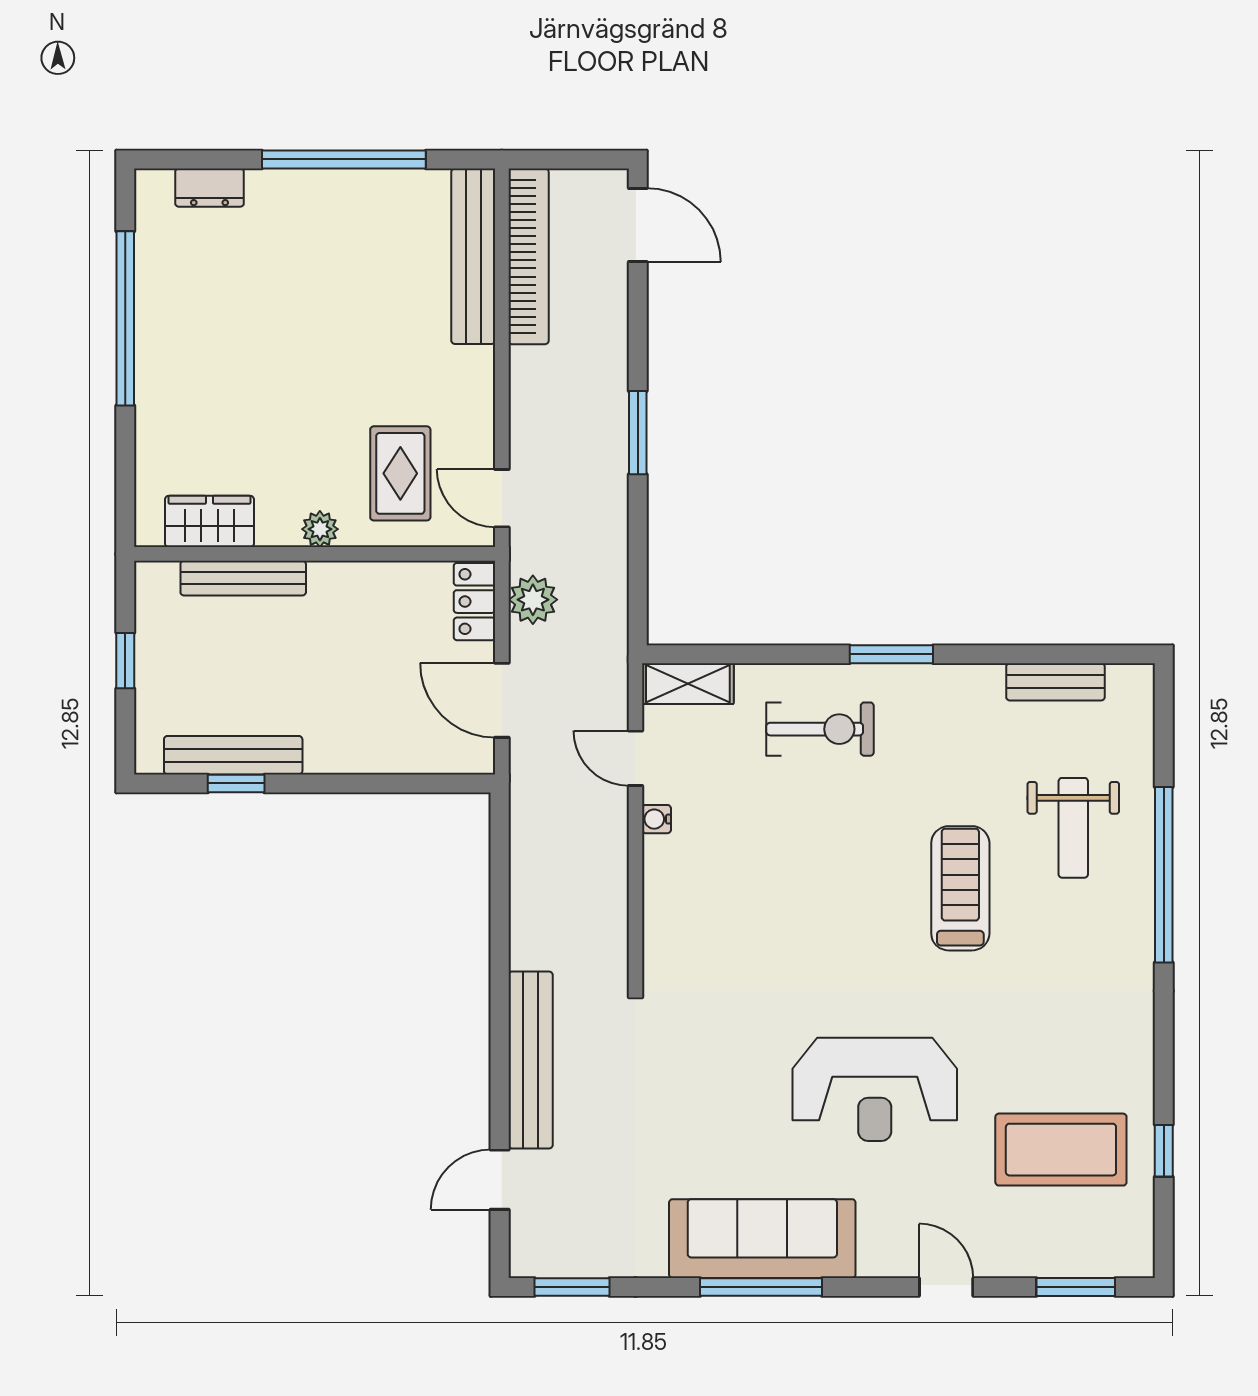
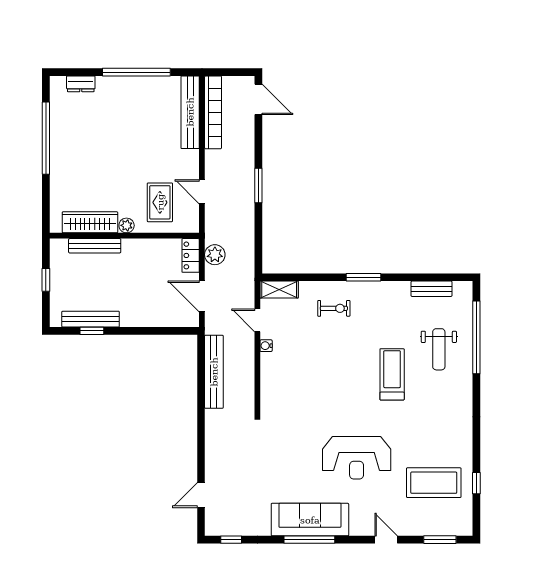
door: (502, 498) -> (202, 192), moved
wardrobe: (209, 521) -> (90, 222), width x1.50
exercise bike: (820, 729) -> (334, 308), width x0.73, depth x0.72
window: (1164, 875) -> (476, 337), moved
bench: (531, 1060) -> (214, 372), moved
window: (572, 1287) -> (231, 540), width x0.67

